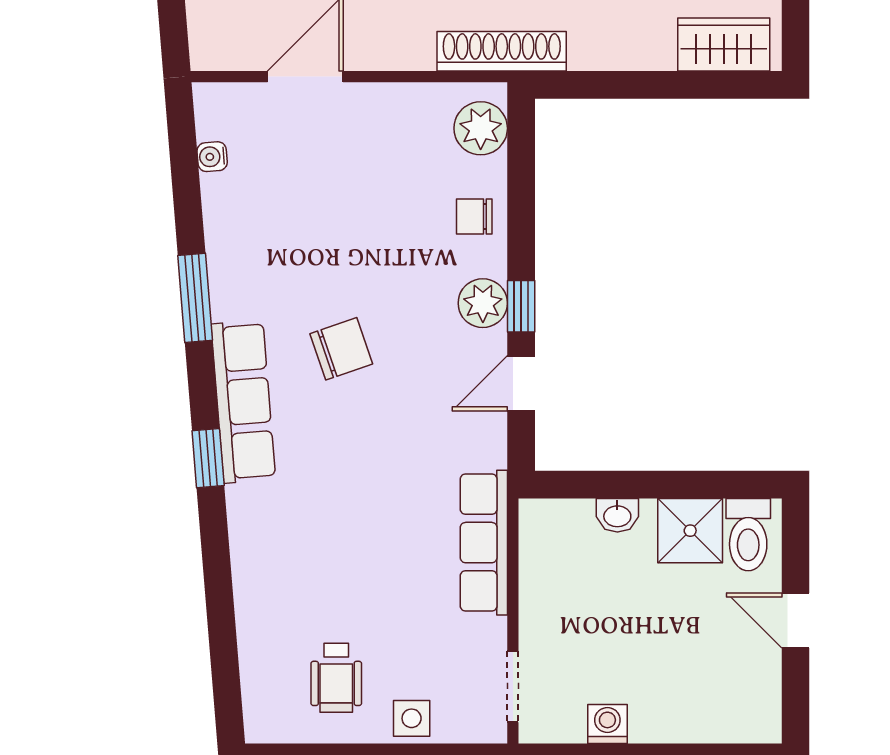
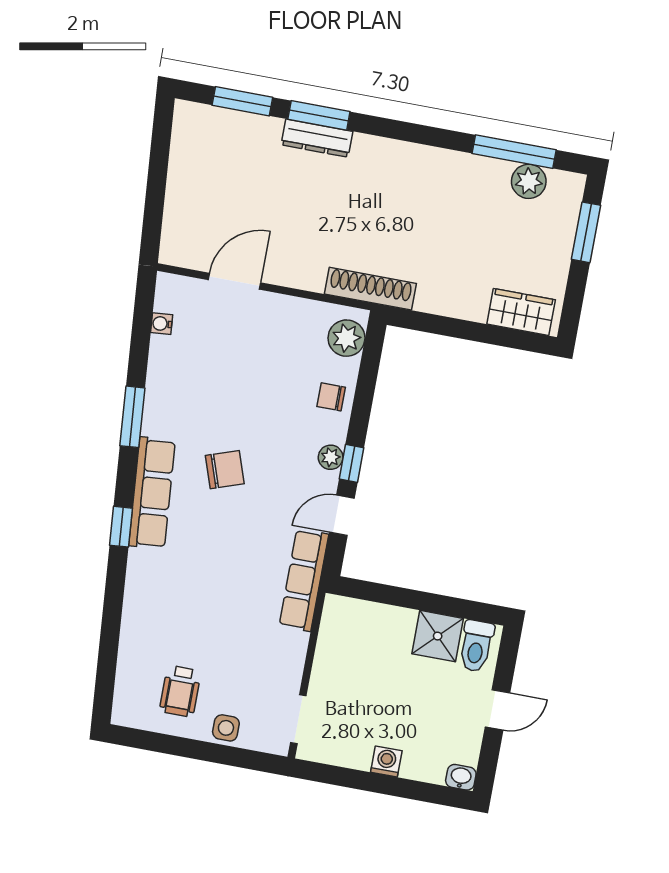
plant: (483, 303) -> (331, 457), width x0.73, depth x0.73
washbasin: (617, 515) -> (461, 777), moved, turned 180
row of seats: (484, 543) -> (304, 580), moved
door: (796, 620) -> (497, 710), swing flipped
washing machine: (607, 724) -> (386, 762), moved

